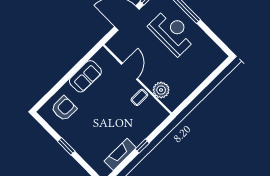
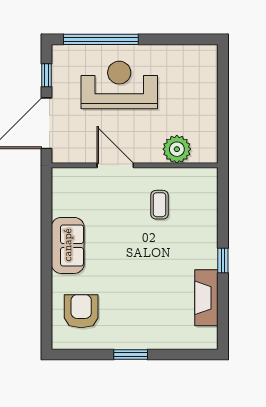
door: (129, 71) -> (115, 165), moved
wall: (137, 79) -> (135, 165), moved
plant: (161, 90) -> (177, 149), moved

